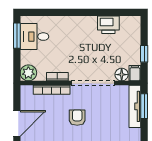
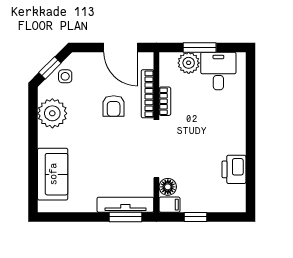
window: (17, 36) -> (200, 47), moved
plant: (28, 73) -> (189, 63), moved
armchair: (77, 118) -> (114, 106), moved, turned 90
door: (17, 123) -> (121, 47), moved

